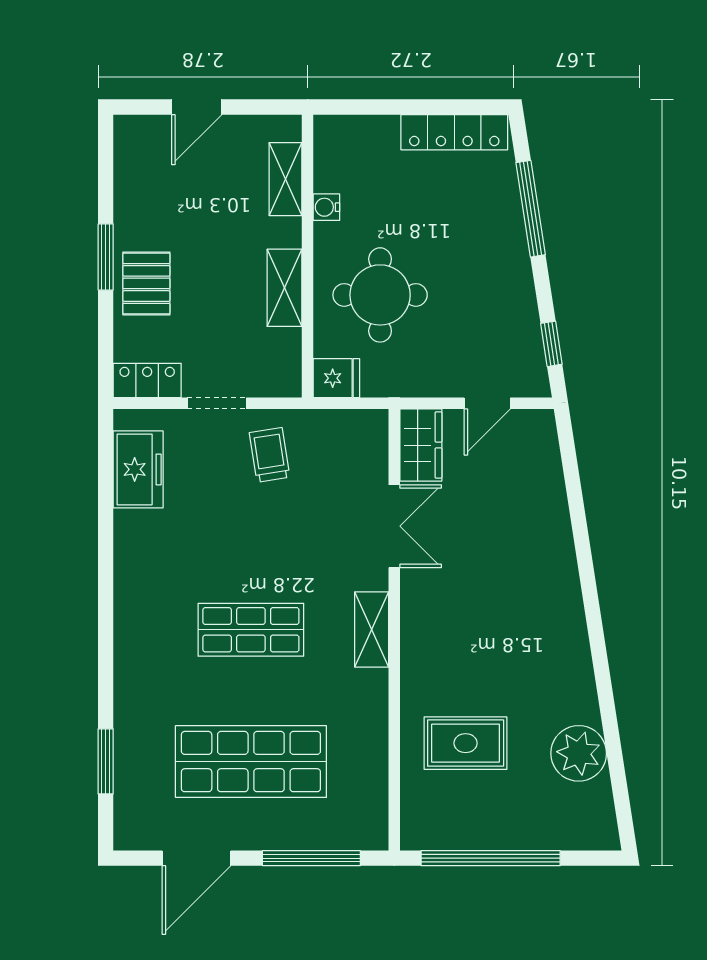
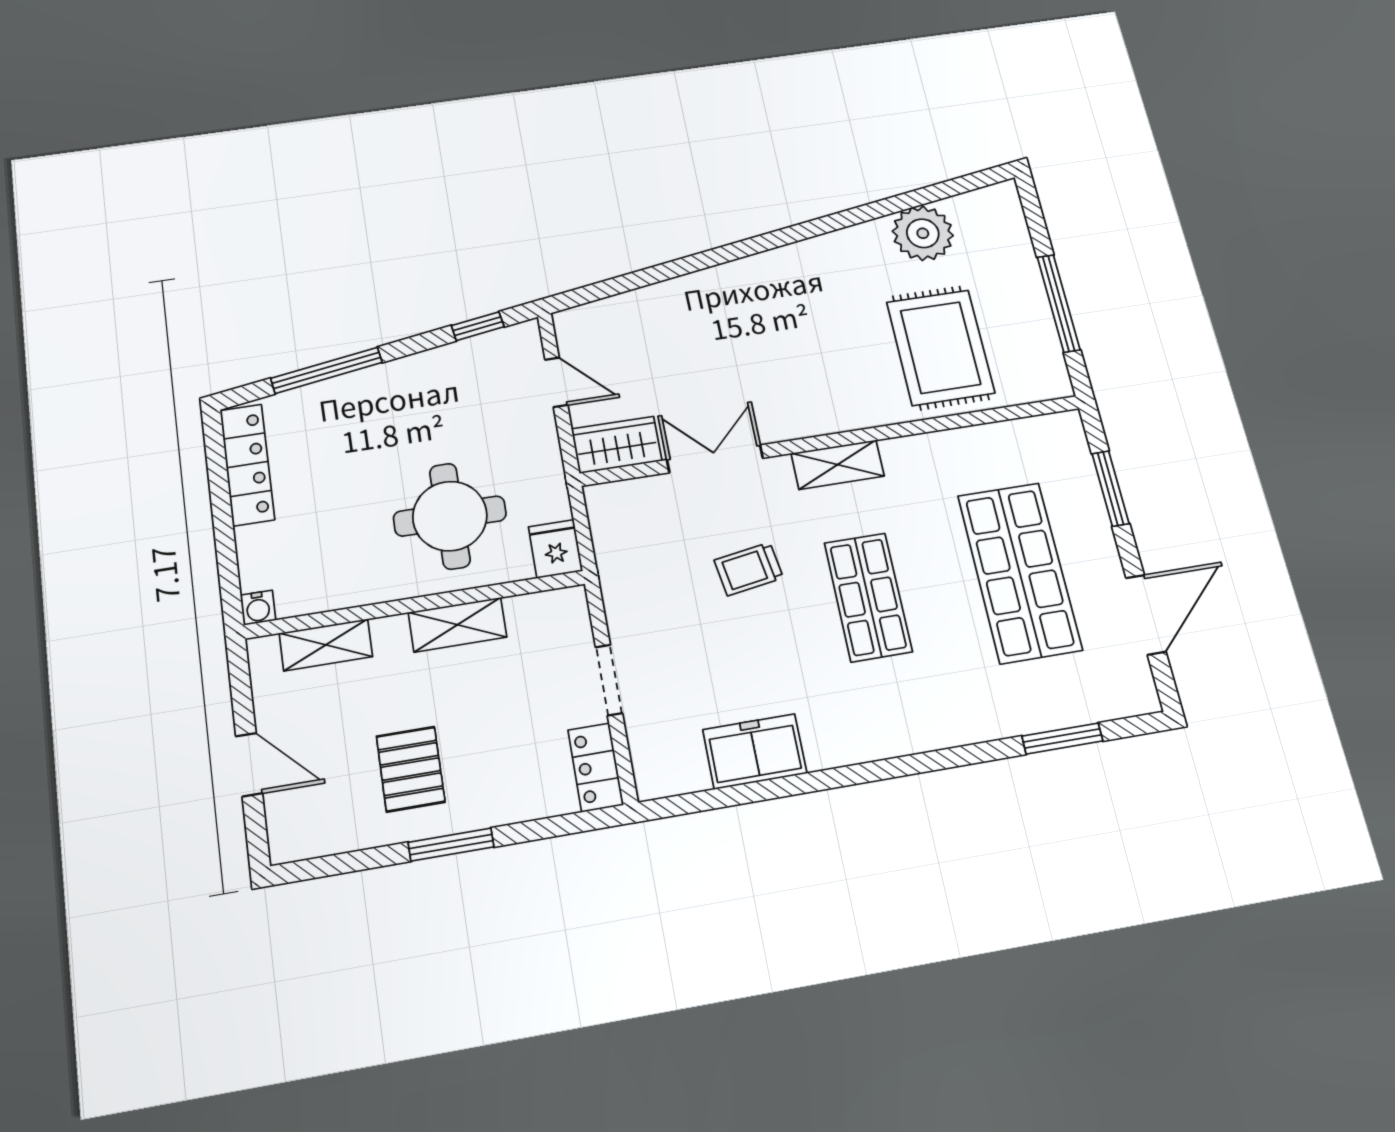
water cooler: (326, 207) -> (258, 608), moved
pallet: (146, 283) -> (411, 769), moved, turned 90
trolley: (270, 455) -> (749, 569), moved
freezer: (138, 469) -> (755, 751), moved
rug: (466, 743) -> (940, 347), width x1.36, depth x1.43
door: (197, 858) -> (1146, 615), hinge flipped
window: (311, 858) -> (1110, 489), width x0.69
window: (491, 858) -> (1059, 303), width x0.68

